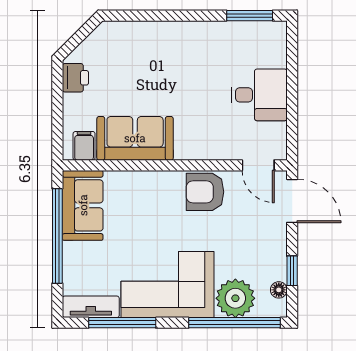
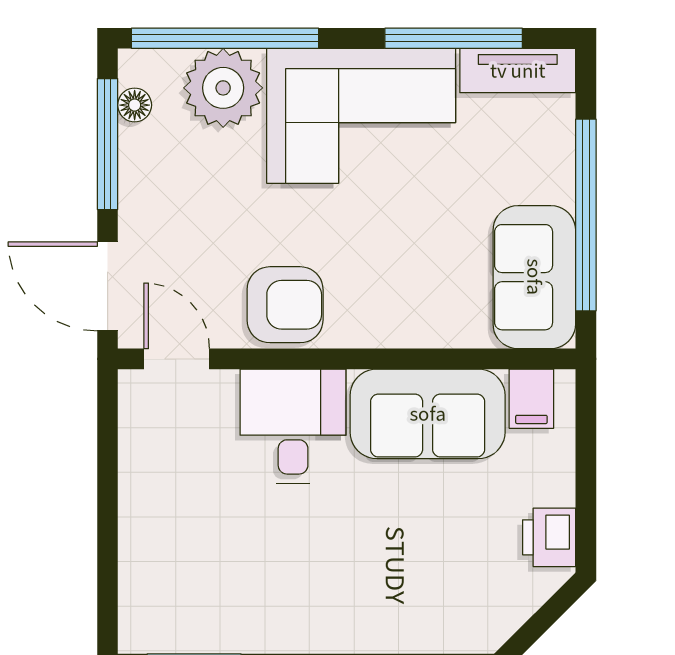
desk: (259, 95) -> (293, 426), moved, turned 90
window: (292, 271) -> (108, 144), width x2.17

